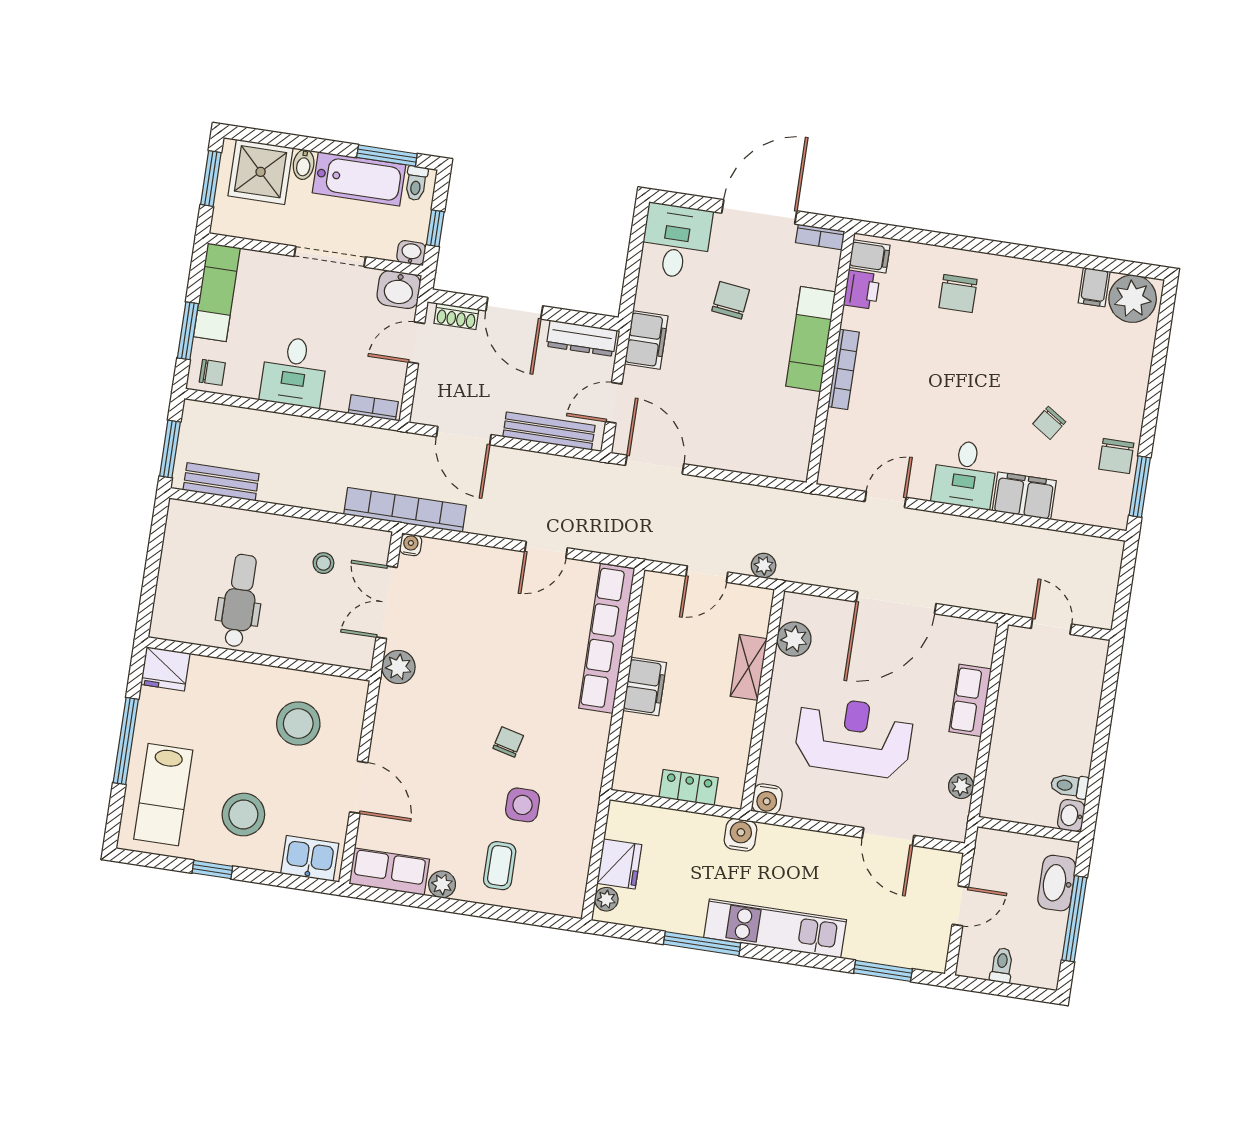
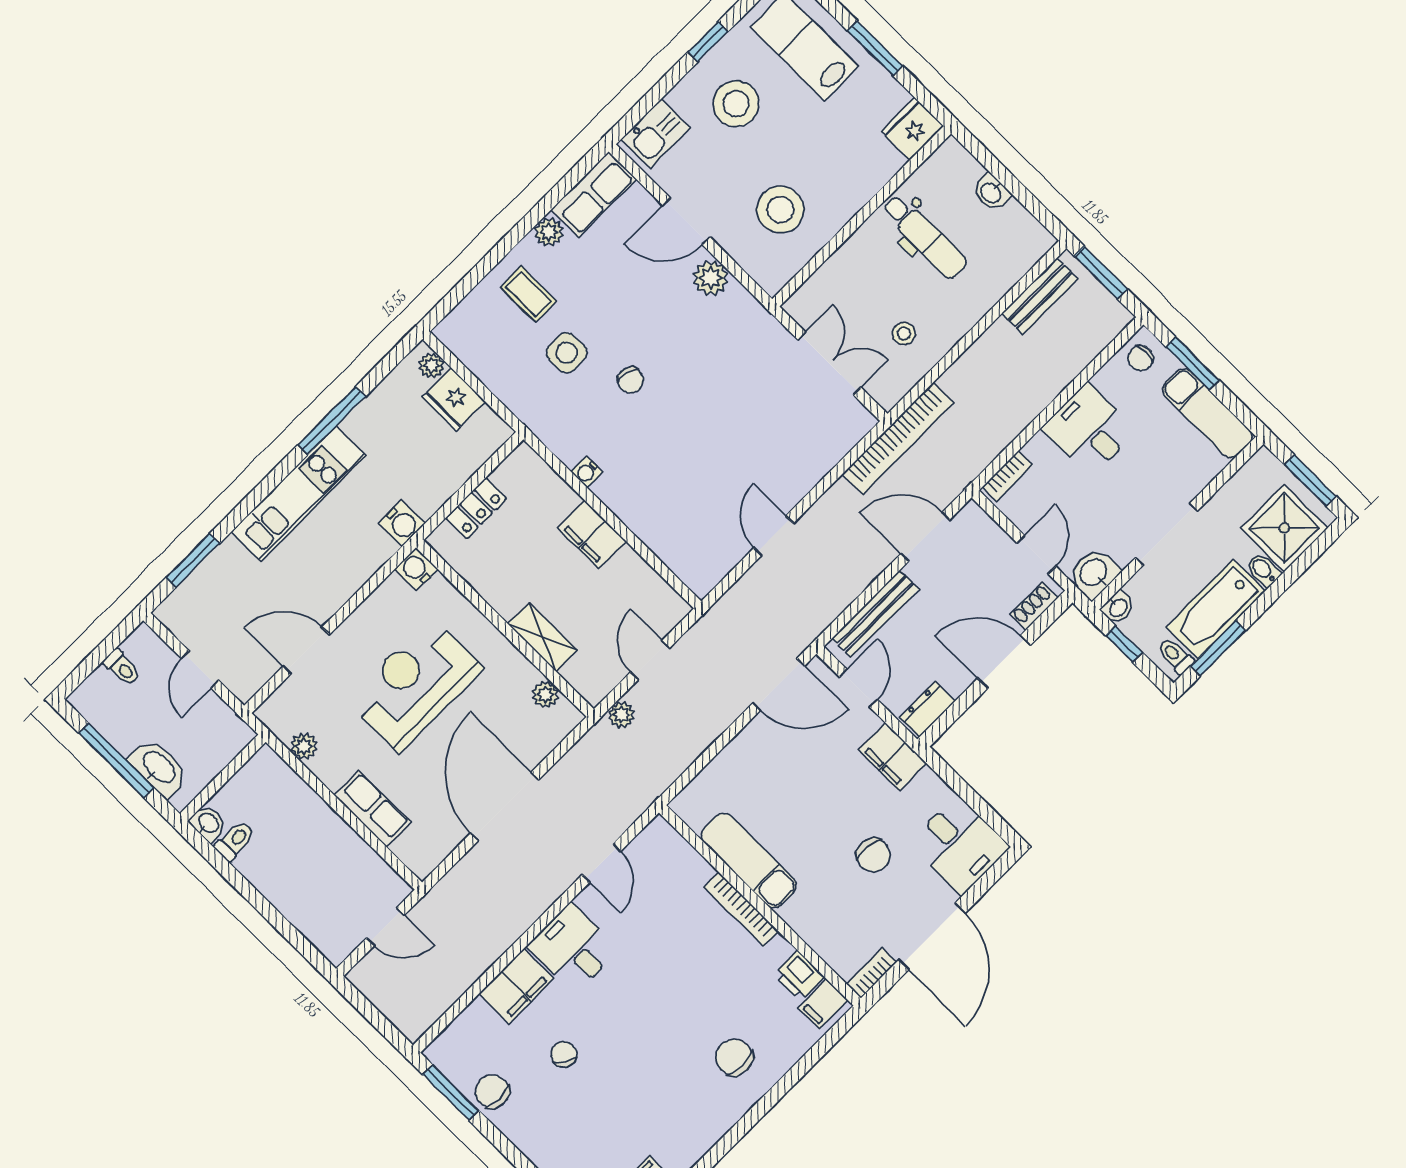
dresser: (582, 338) -> (927, 709), width x0.70
exam couch: (811, 339) -> (749, 860), moved
water cooler: (411, 545) -> (587, 472), moved, turned 90
washbasin: (170, 575) -> (991, 192), added
row of seats: (607, 638) -> (658, 532), removed
plant: (794, 639) -> (545, 694), width x0.73, depth x0.73
plant: (398, 667) -> (711, 278), moved
reception desk: (854, 737) -> (415, 684), turned 180
window: (126, 741) -> (875, 48), width x0.69

